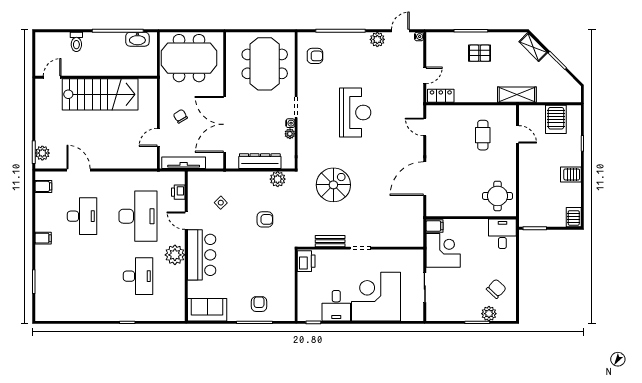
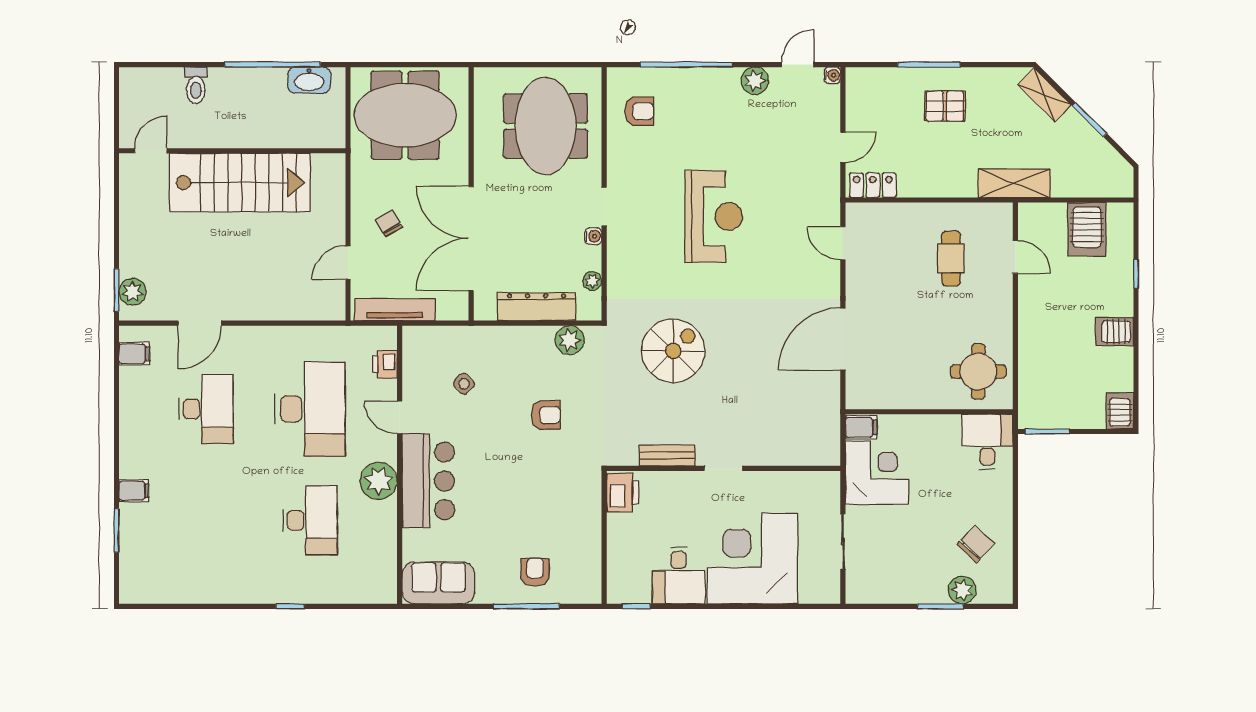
plant: (290, 134) -> (592, 281), moved
door: (79, 170) -> (200, 323), swing flipped
filing cabinet: (43, 238) -> (134, 491), moved

